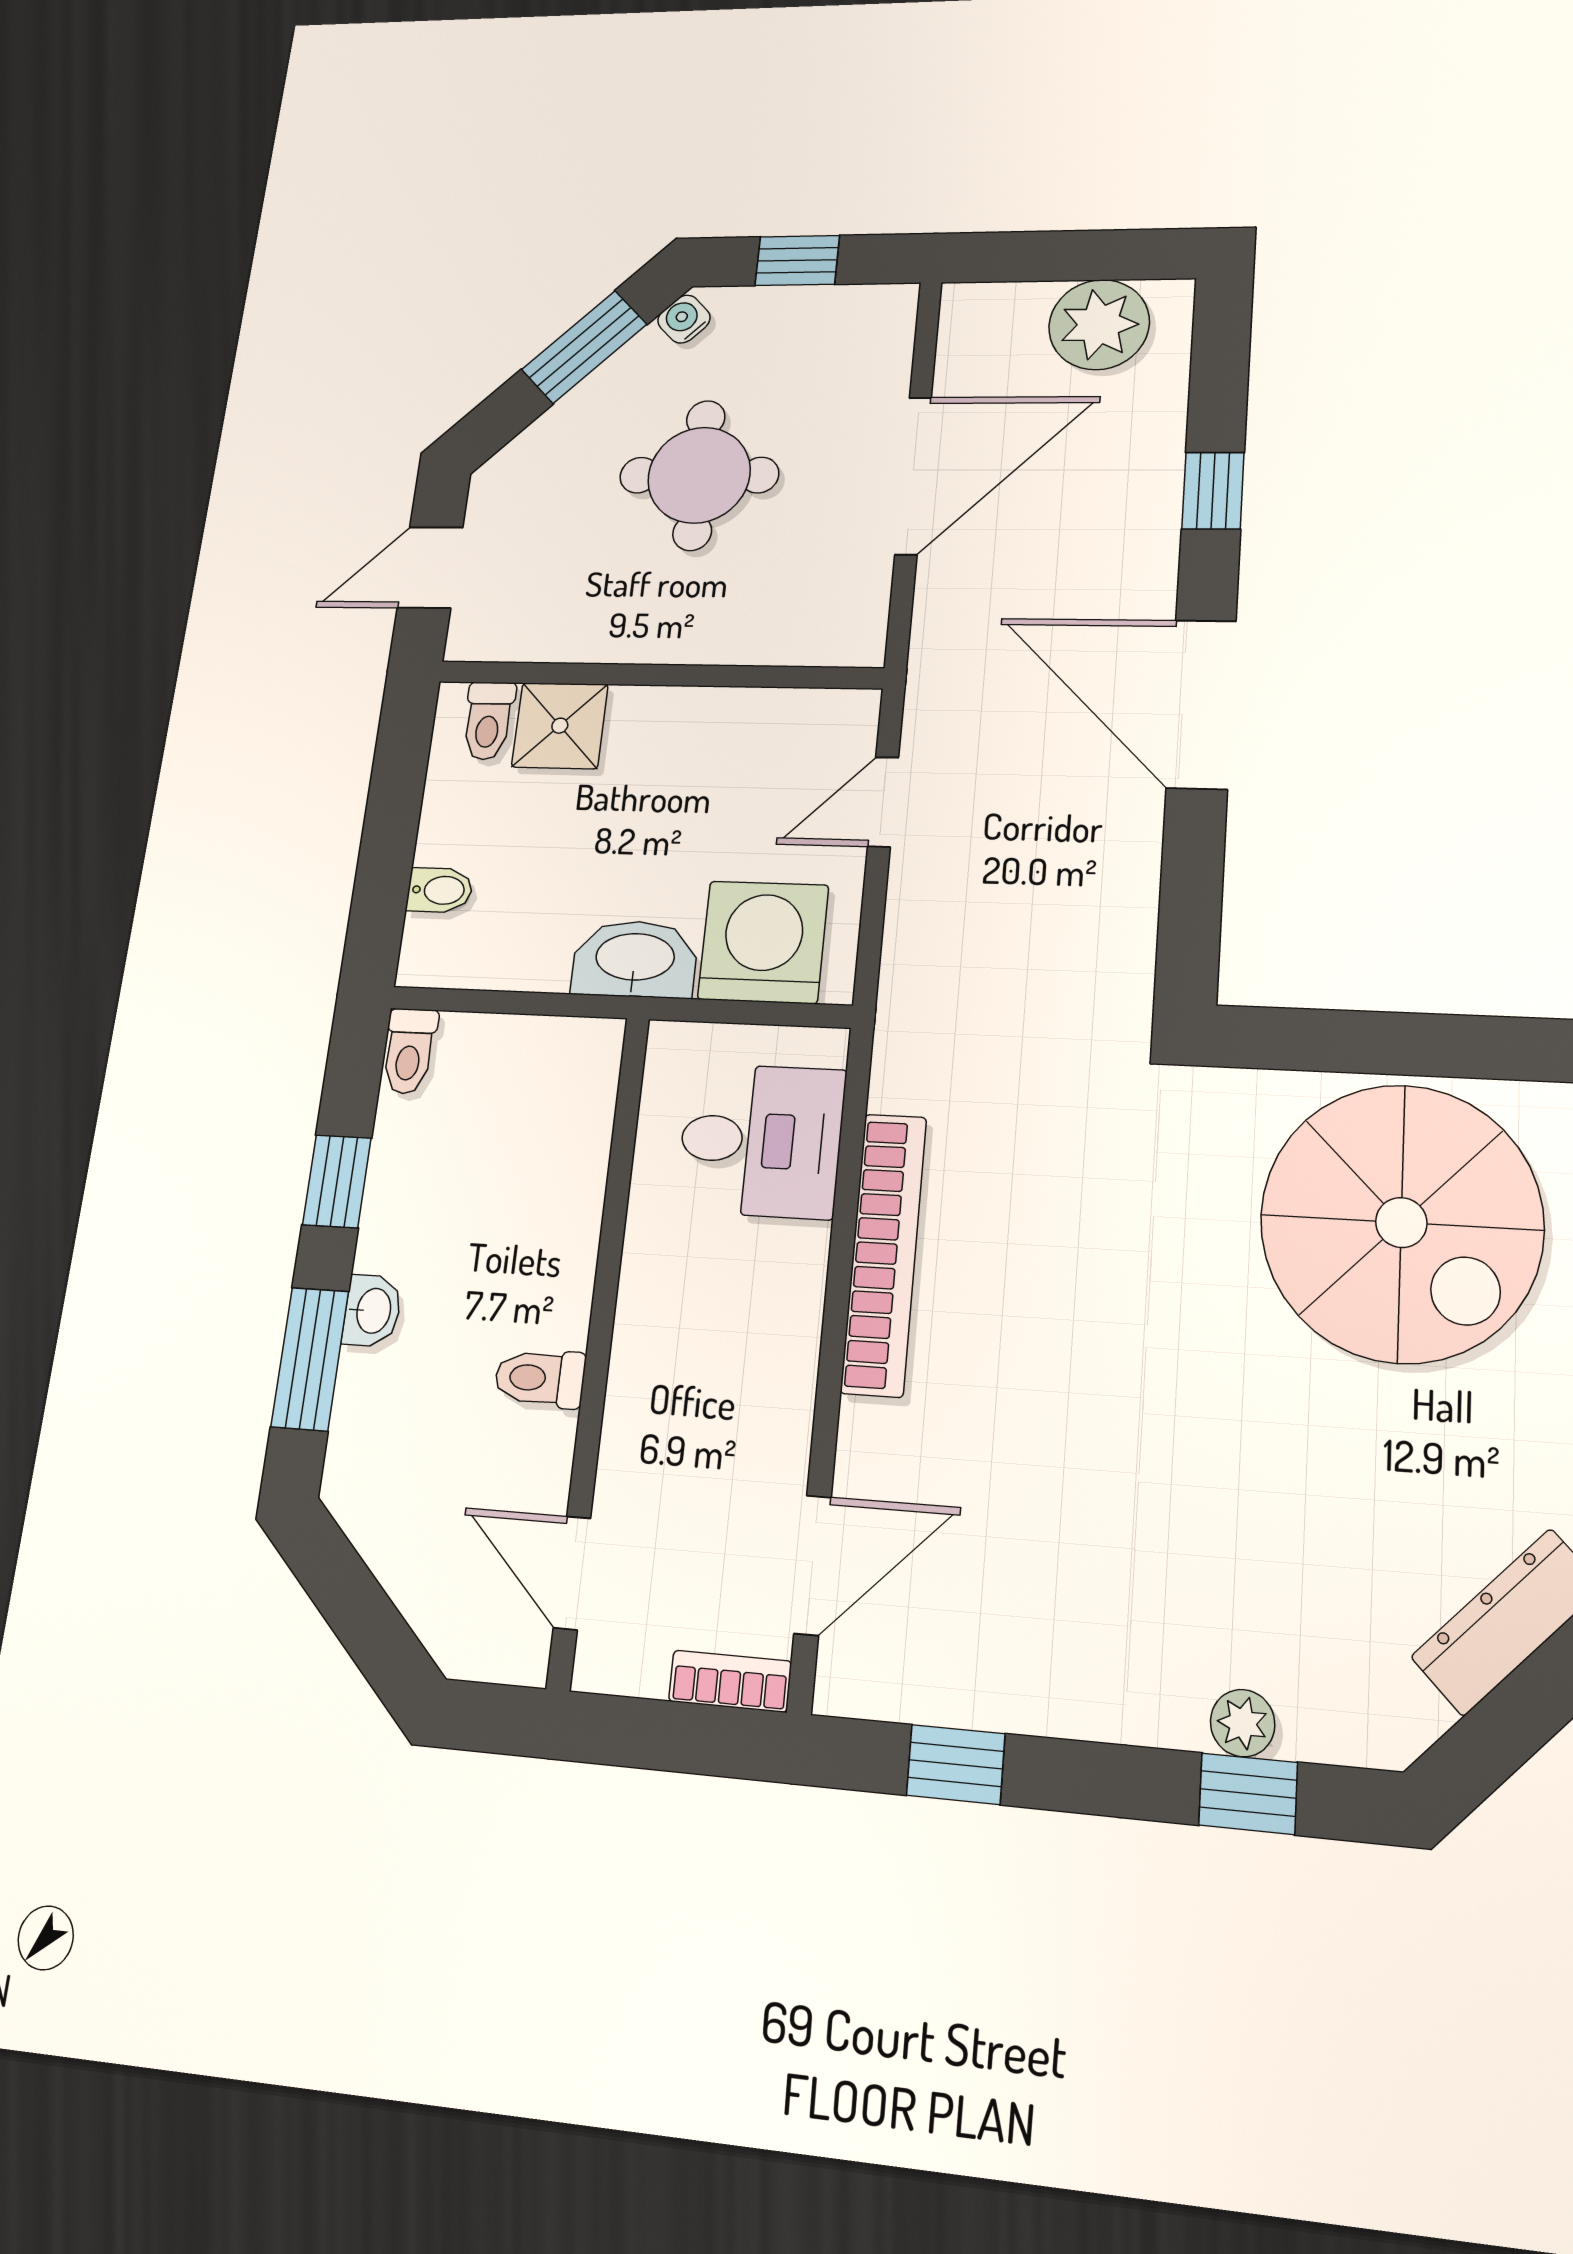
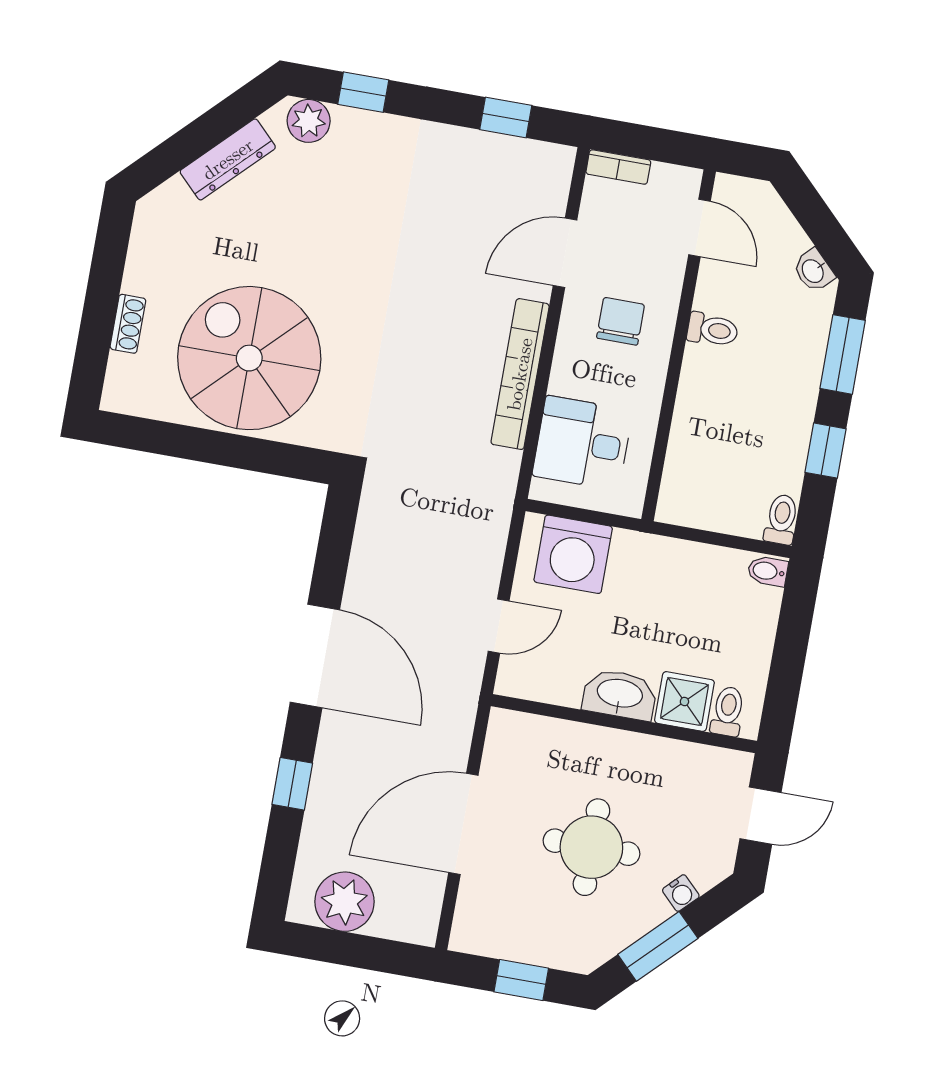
water cooler: (684, 319) -> (681, 893), moved
bidet: (440, 890) -> (768, 571), moved
washbasin: (635, 959) -> (620, 694), moved, turned 180
washbasin: (372, 1311) -> (813, 271), moved, turned -45
chair: (707, 1375) -> (621, 321), added
door: (813, 1565) -> (565, 253), moved
plant: (1243, 1723) -> (309, 121), moved, width x1.38, depth x1.38

